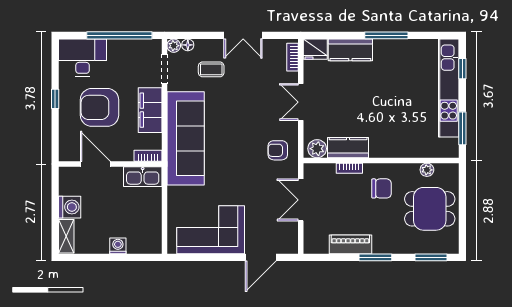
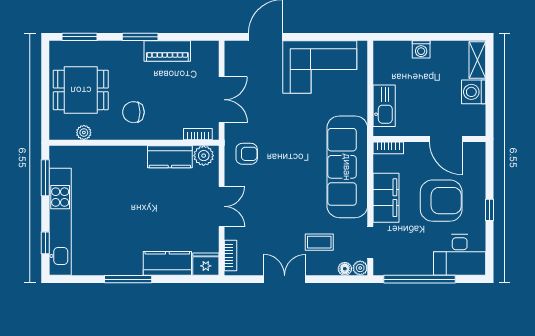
bookcase: (349, 168) -> (198, 134), moved
kitchen sink: (143, 177) -> (384, 106), moved, turned 90

